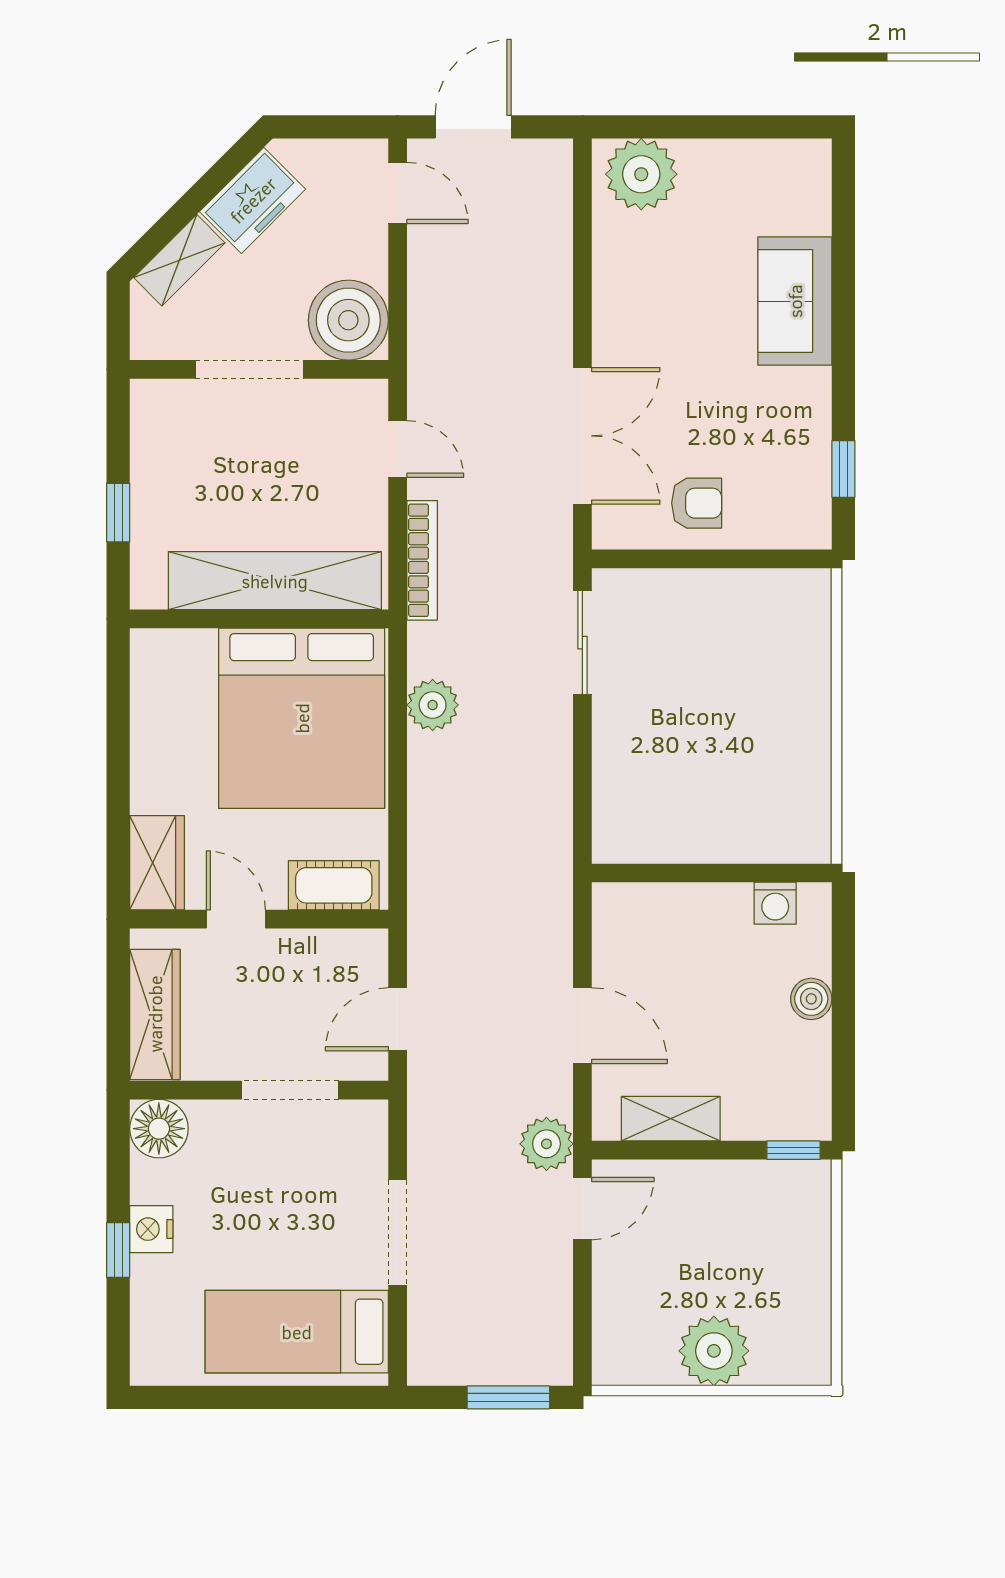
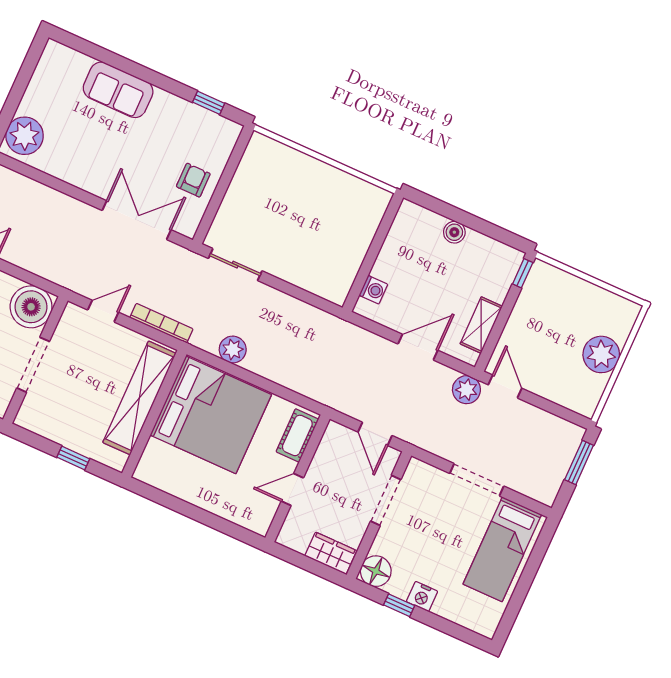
wardrobe: (157, 863) -> (249, 515), removed
washing machine: (775, 903) -> (373, 290), moved
wardrobe: (155, 1014) -> (331, 553), width x0.67
window: (118, 1250) -> (399, 605), moved

